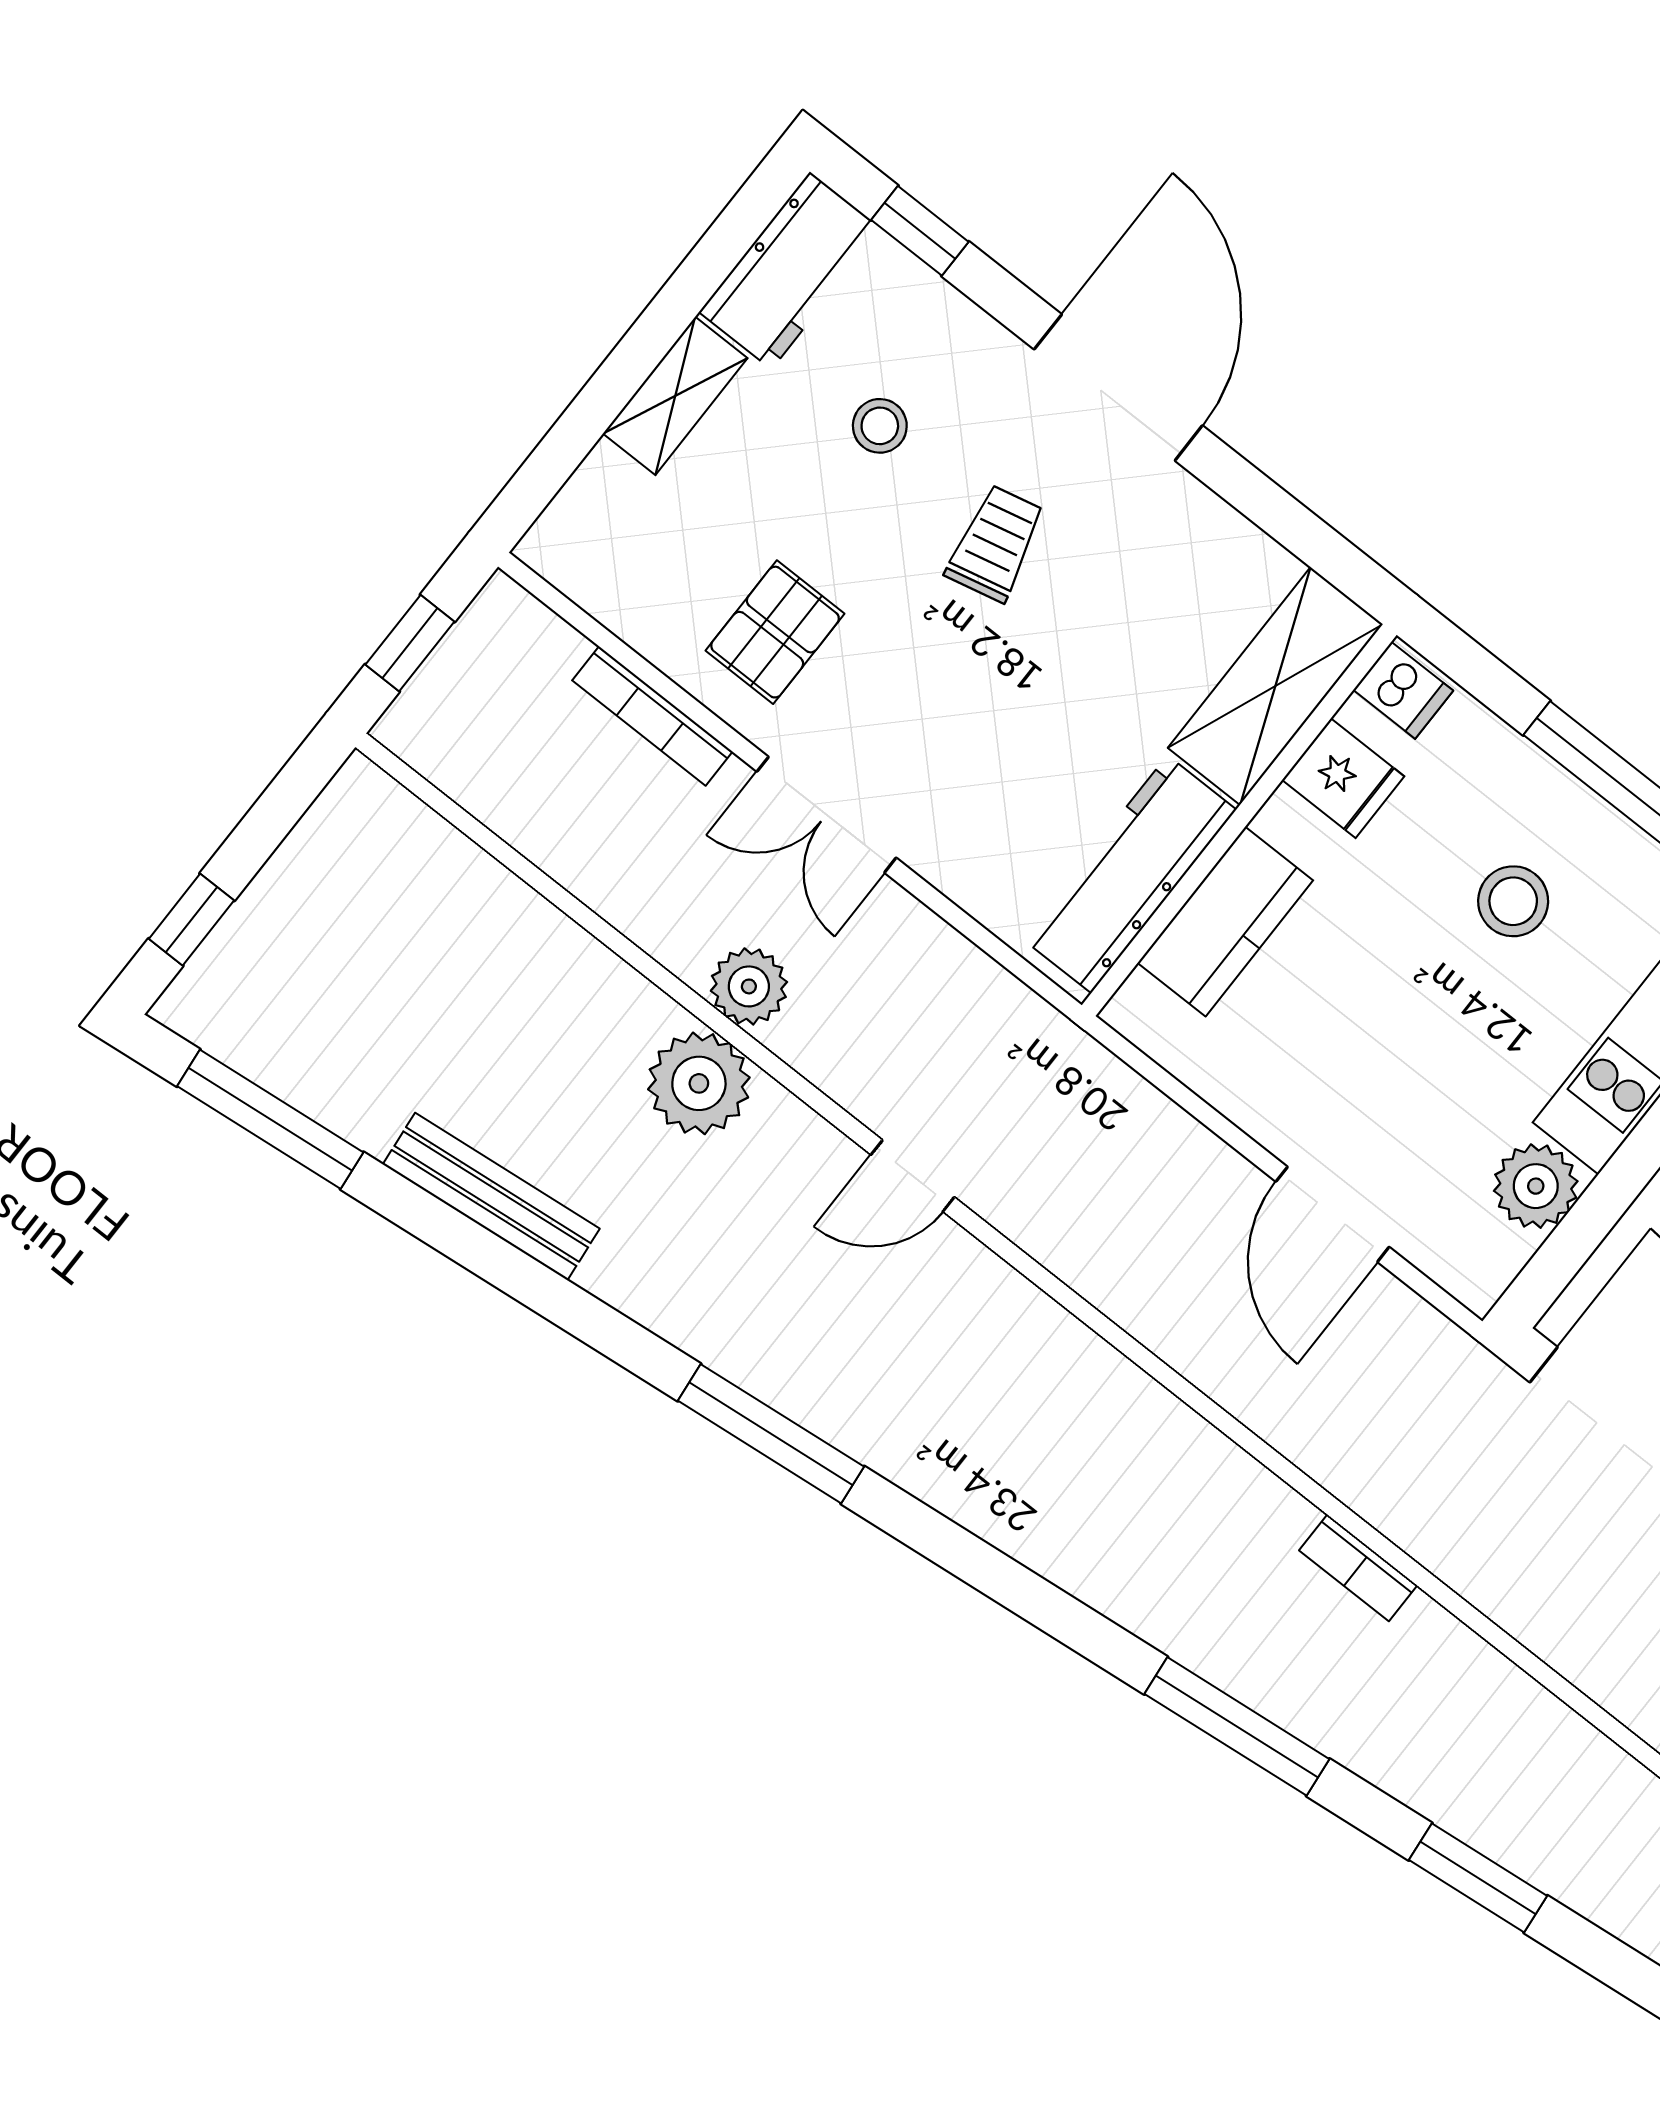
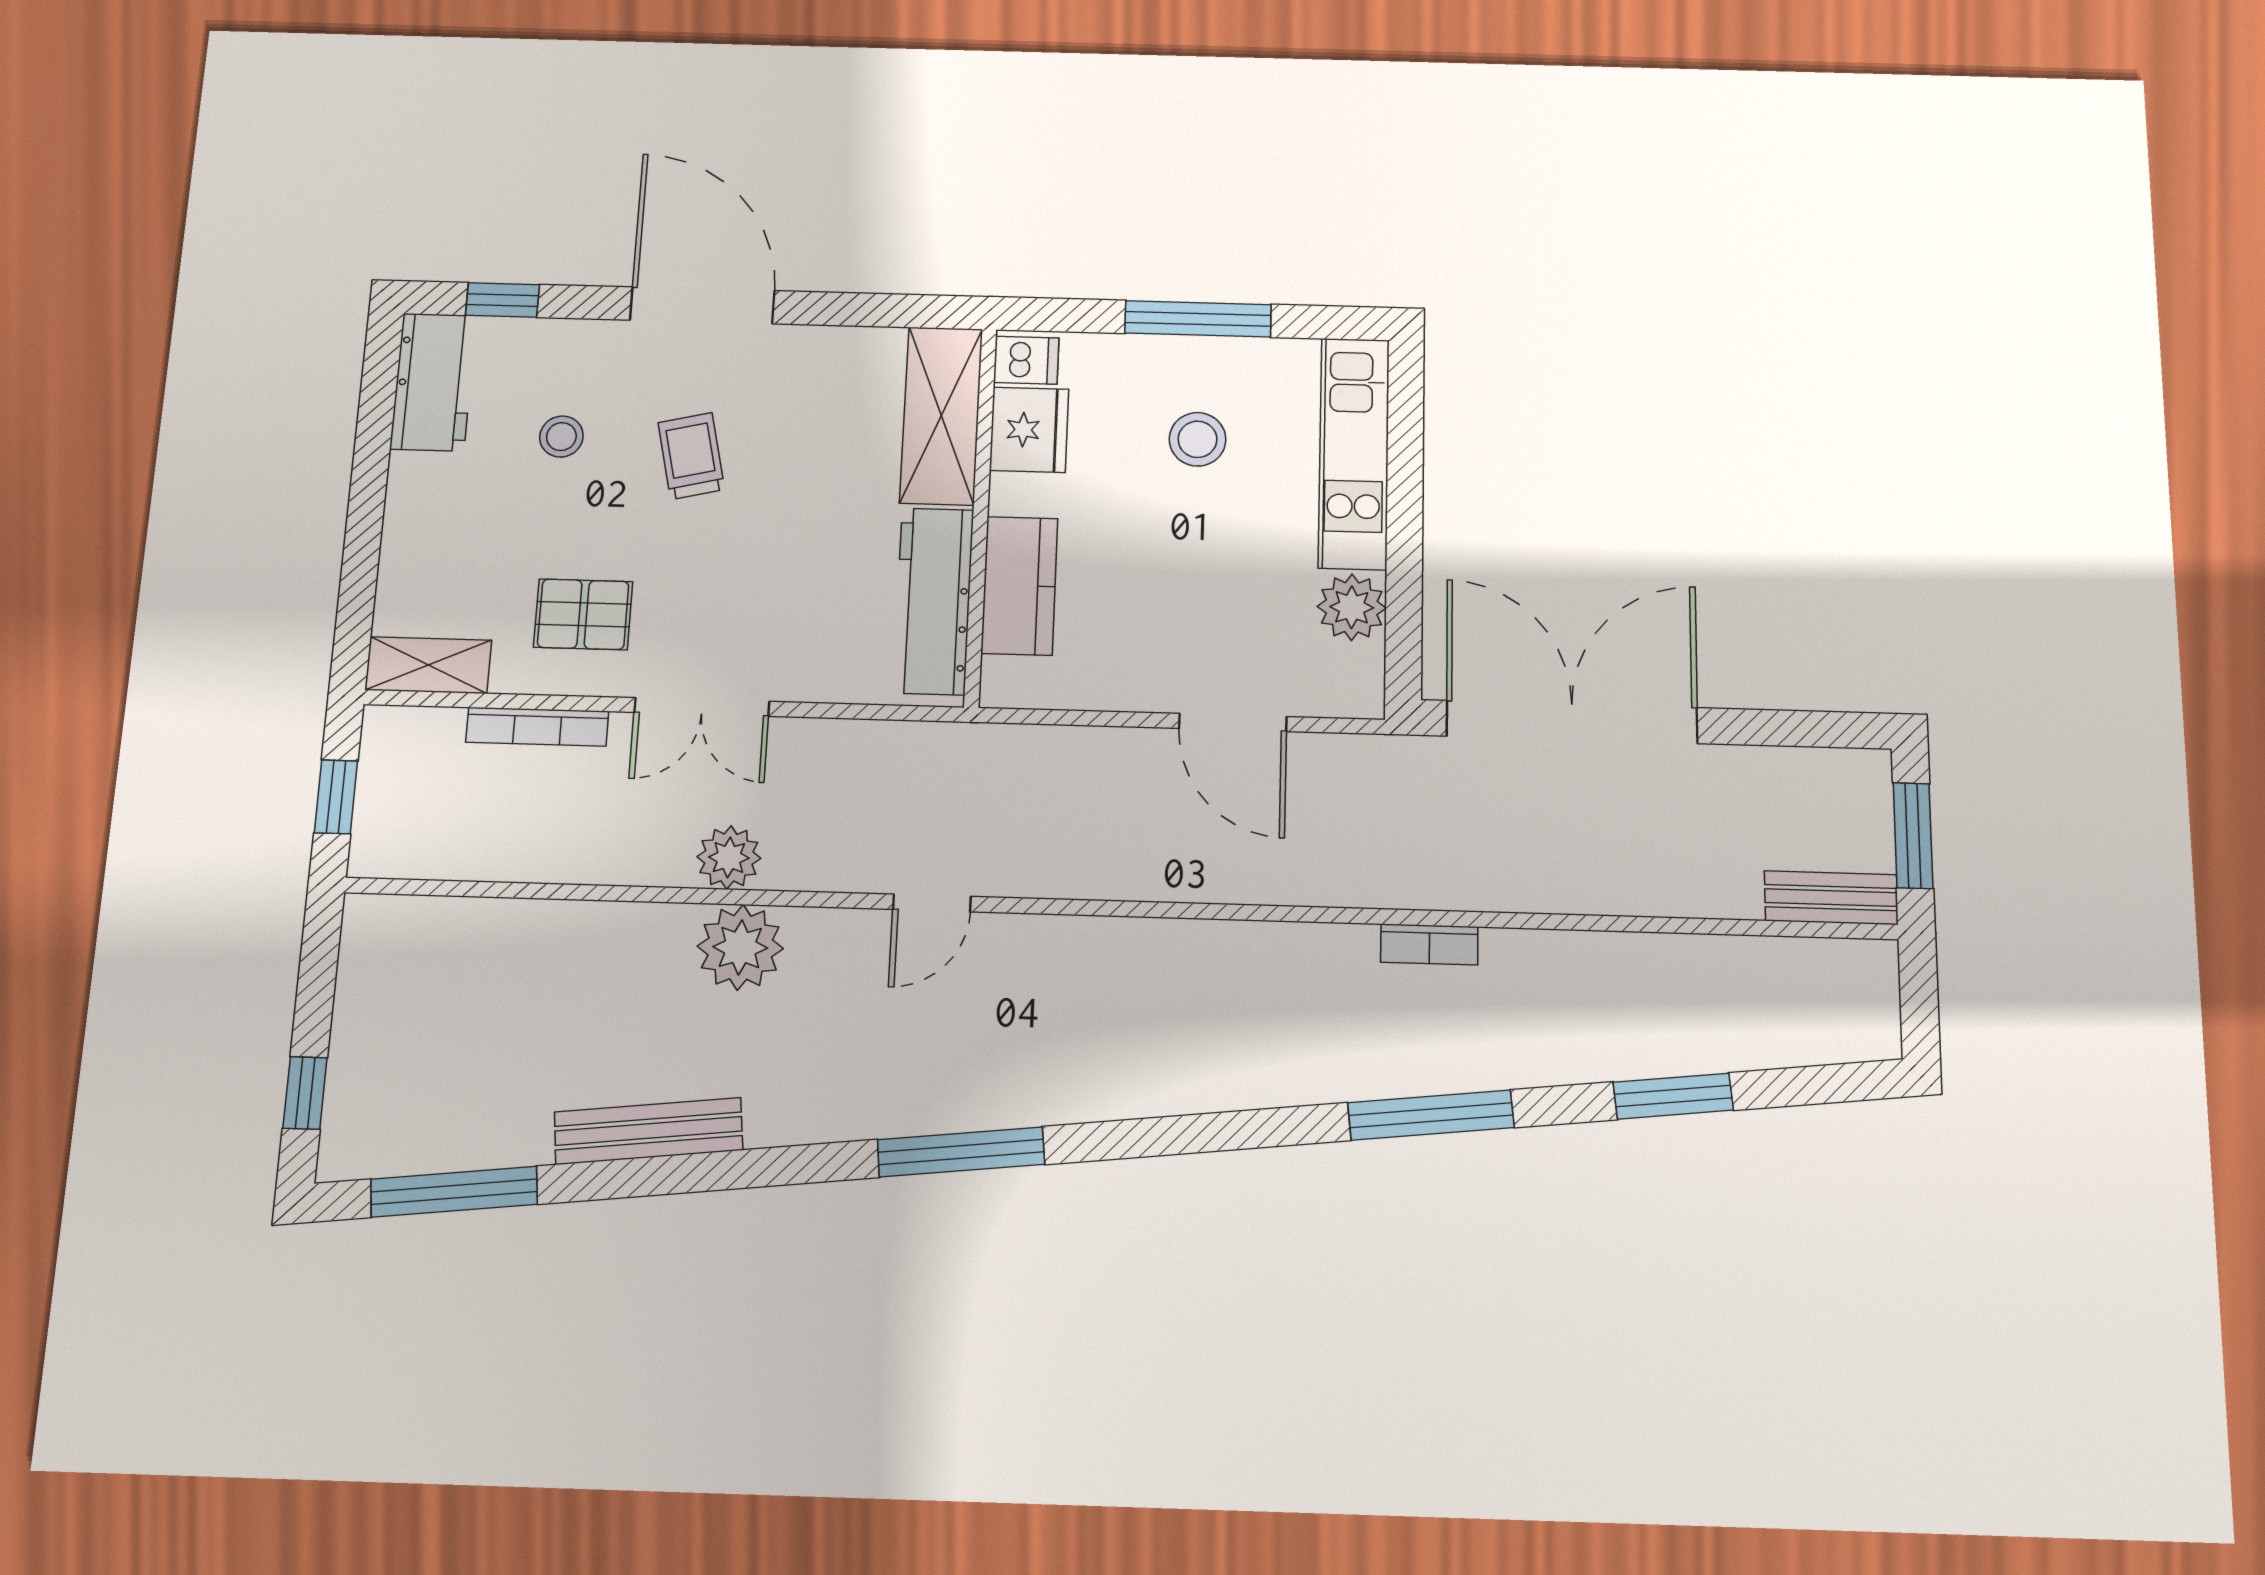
shelving: (675, 396) -> (428, 665), moved, turned 90
pallet: (775, 632) -> (583, 614), turned 90
fridge: (1343, 778) -> (1029, 430), width x1.38

